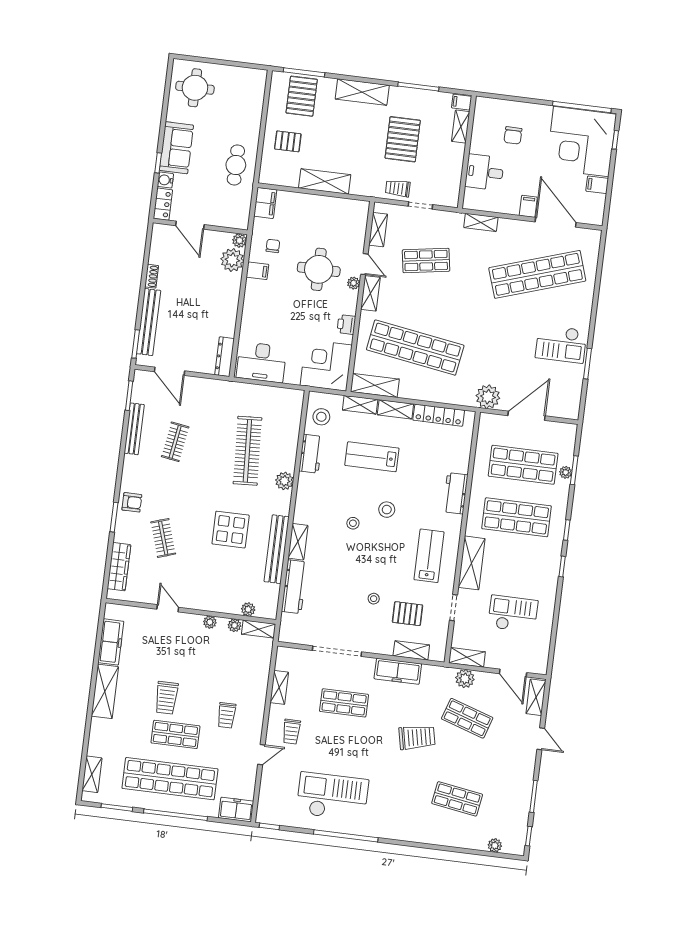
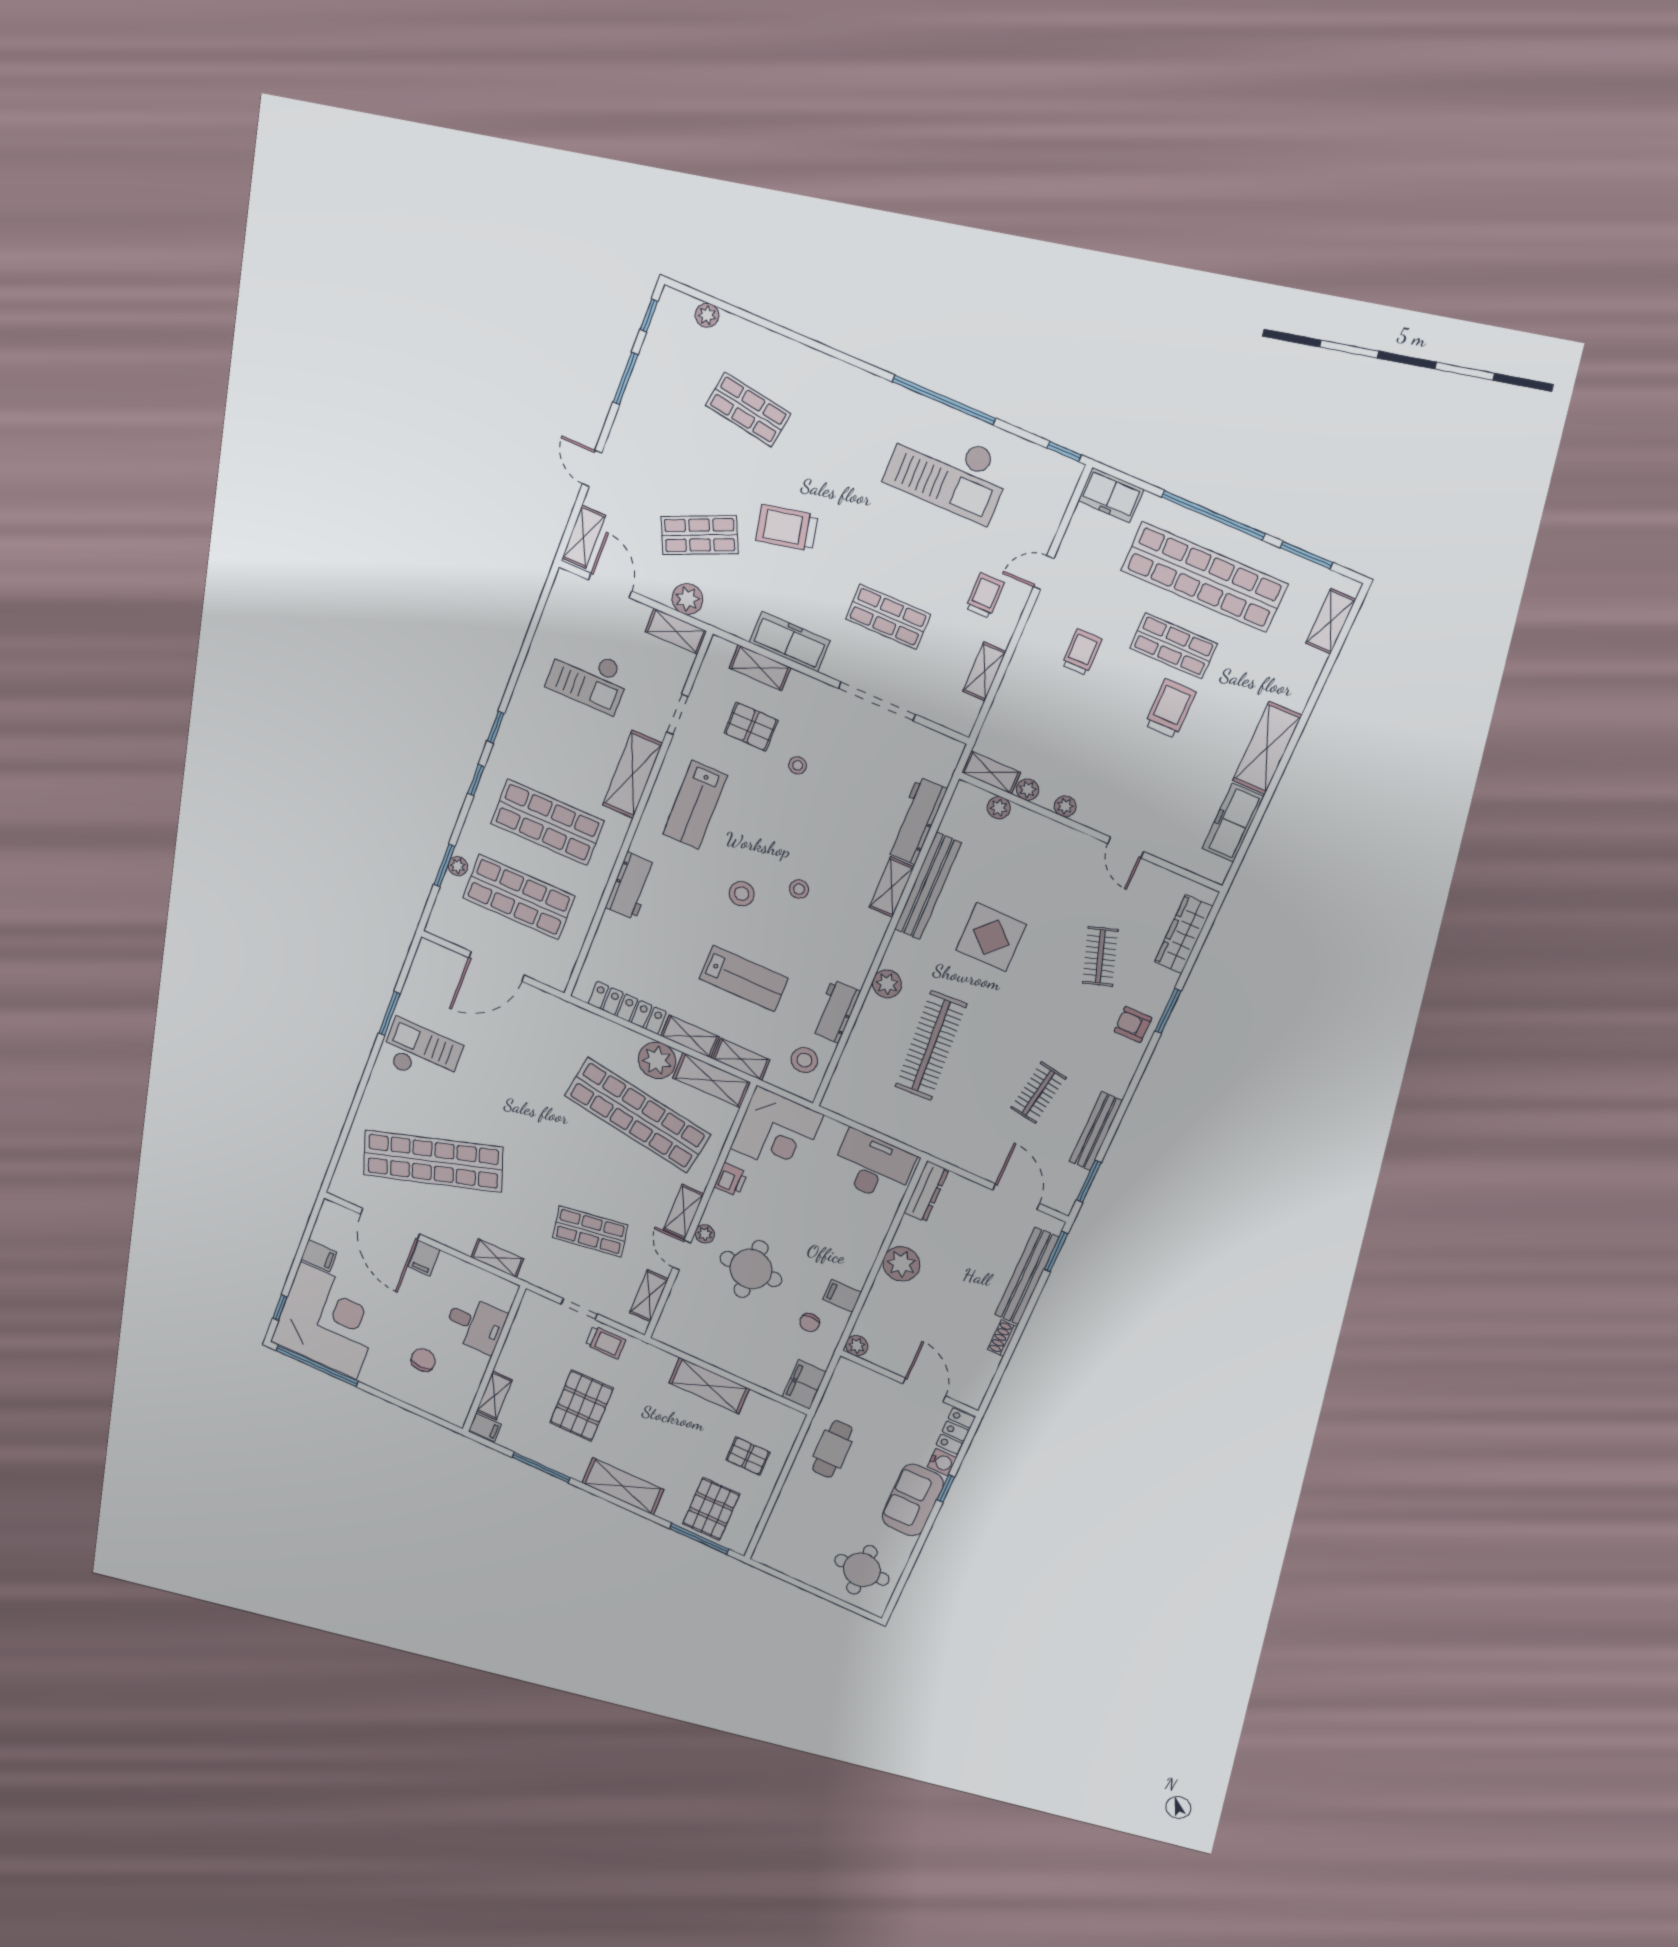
plant: (232, 260) -> (901, 1264), moved
plant: (488, 397) -> (657, 1060), moved
shop shelf: (467, 718) -> (700, 535), turned -42

